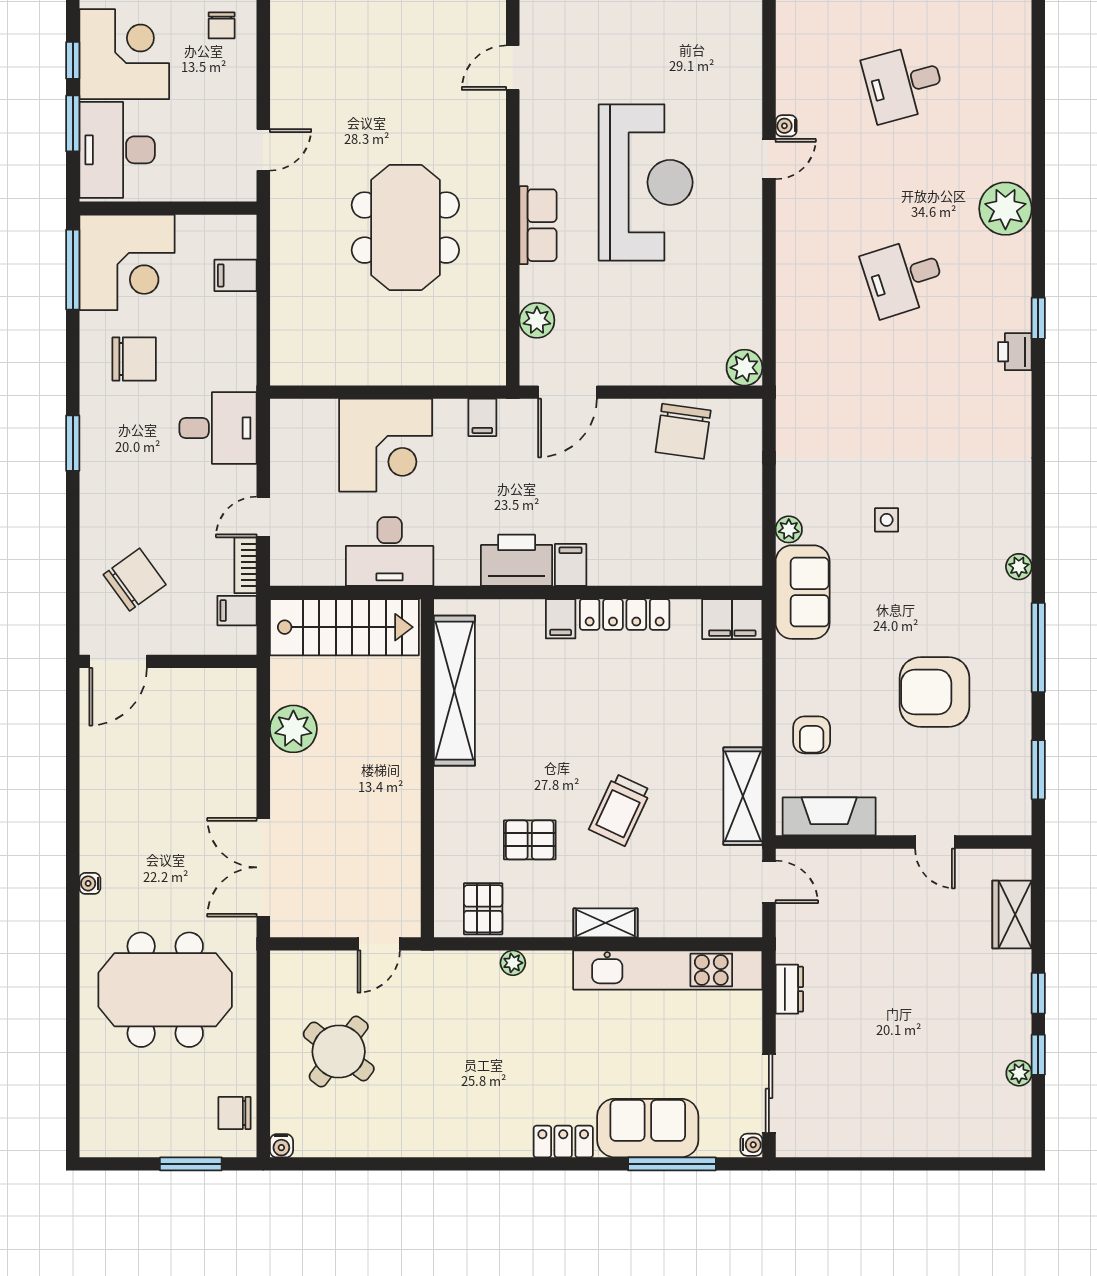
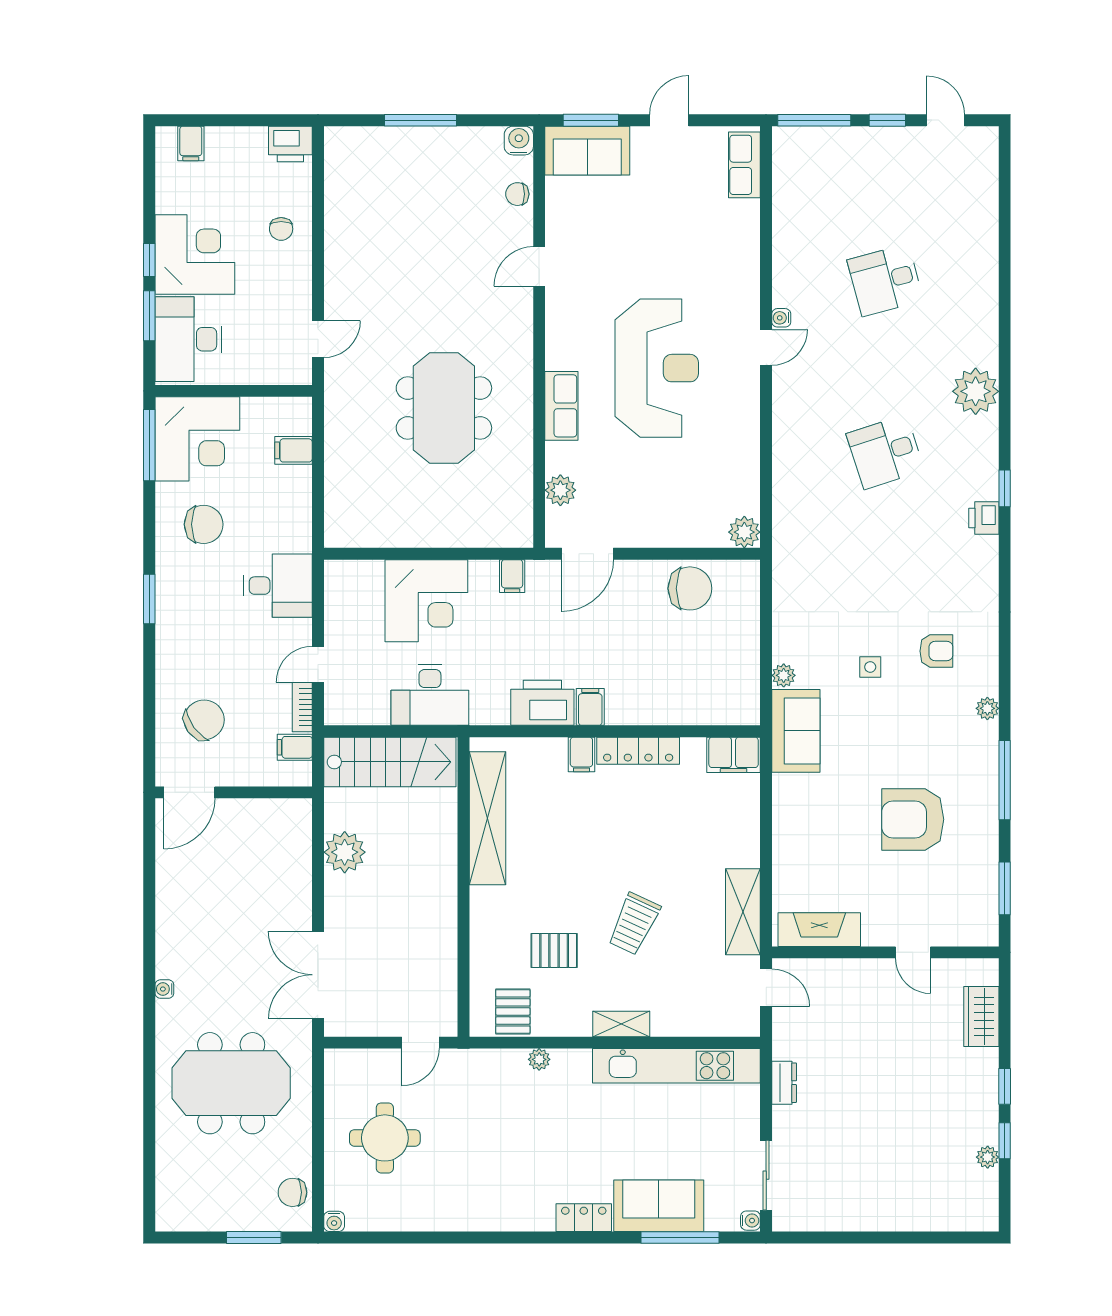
chair: (683, 431) -> (690, 588), turned -98
armchair: (812, 735) -> (936, 651), moved, turned -90
round table: (339, 1052) -> (385, 1138), turned -37

